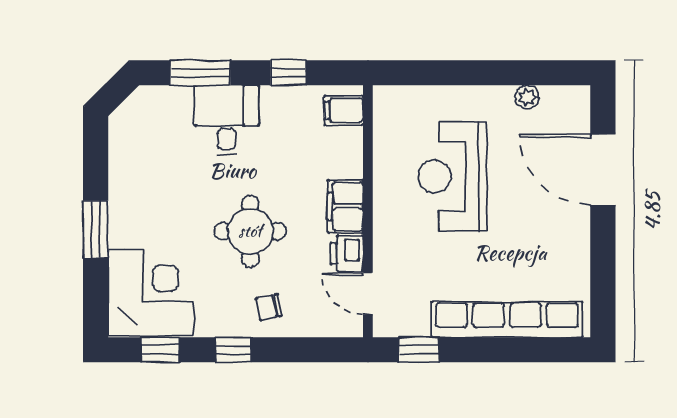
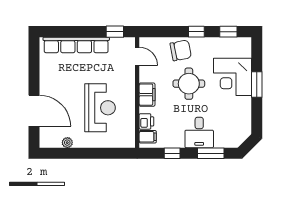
printer: (347, 253) -> (146, 121), moved
corner desk: (151, 293) -> (232, 77), moved
chair: (269, 307) -> (181, 50), width x1.87, depth x1.87

